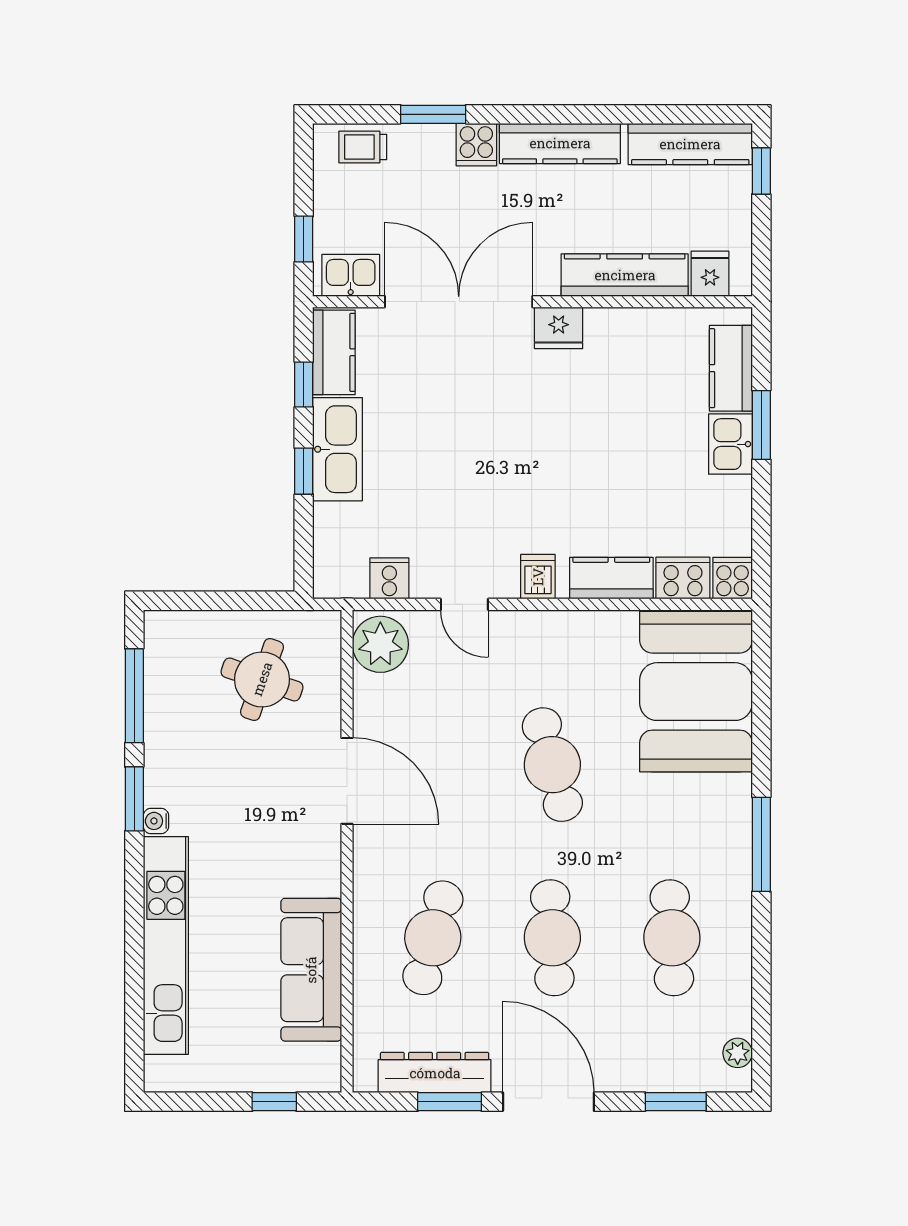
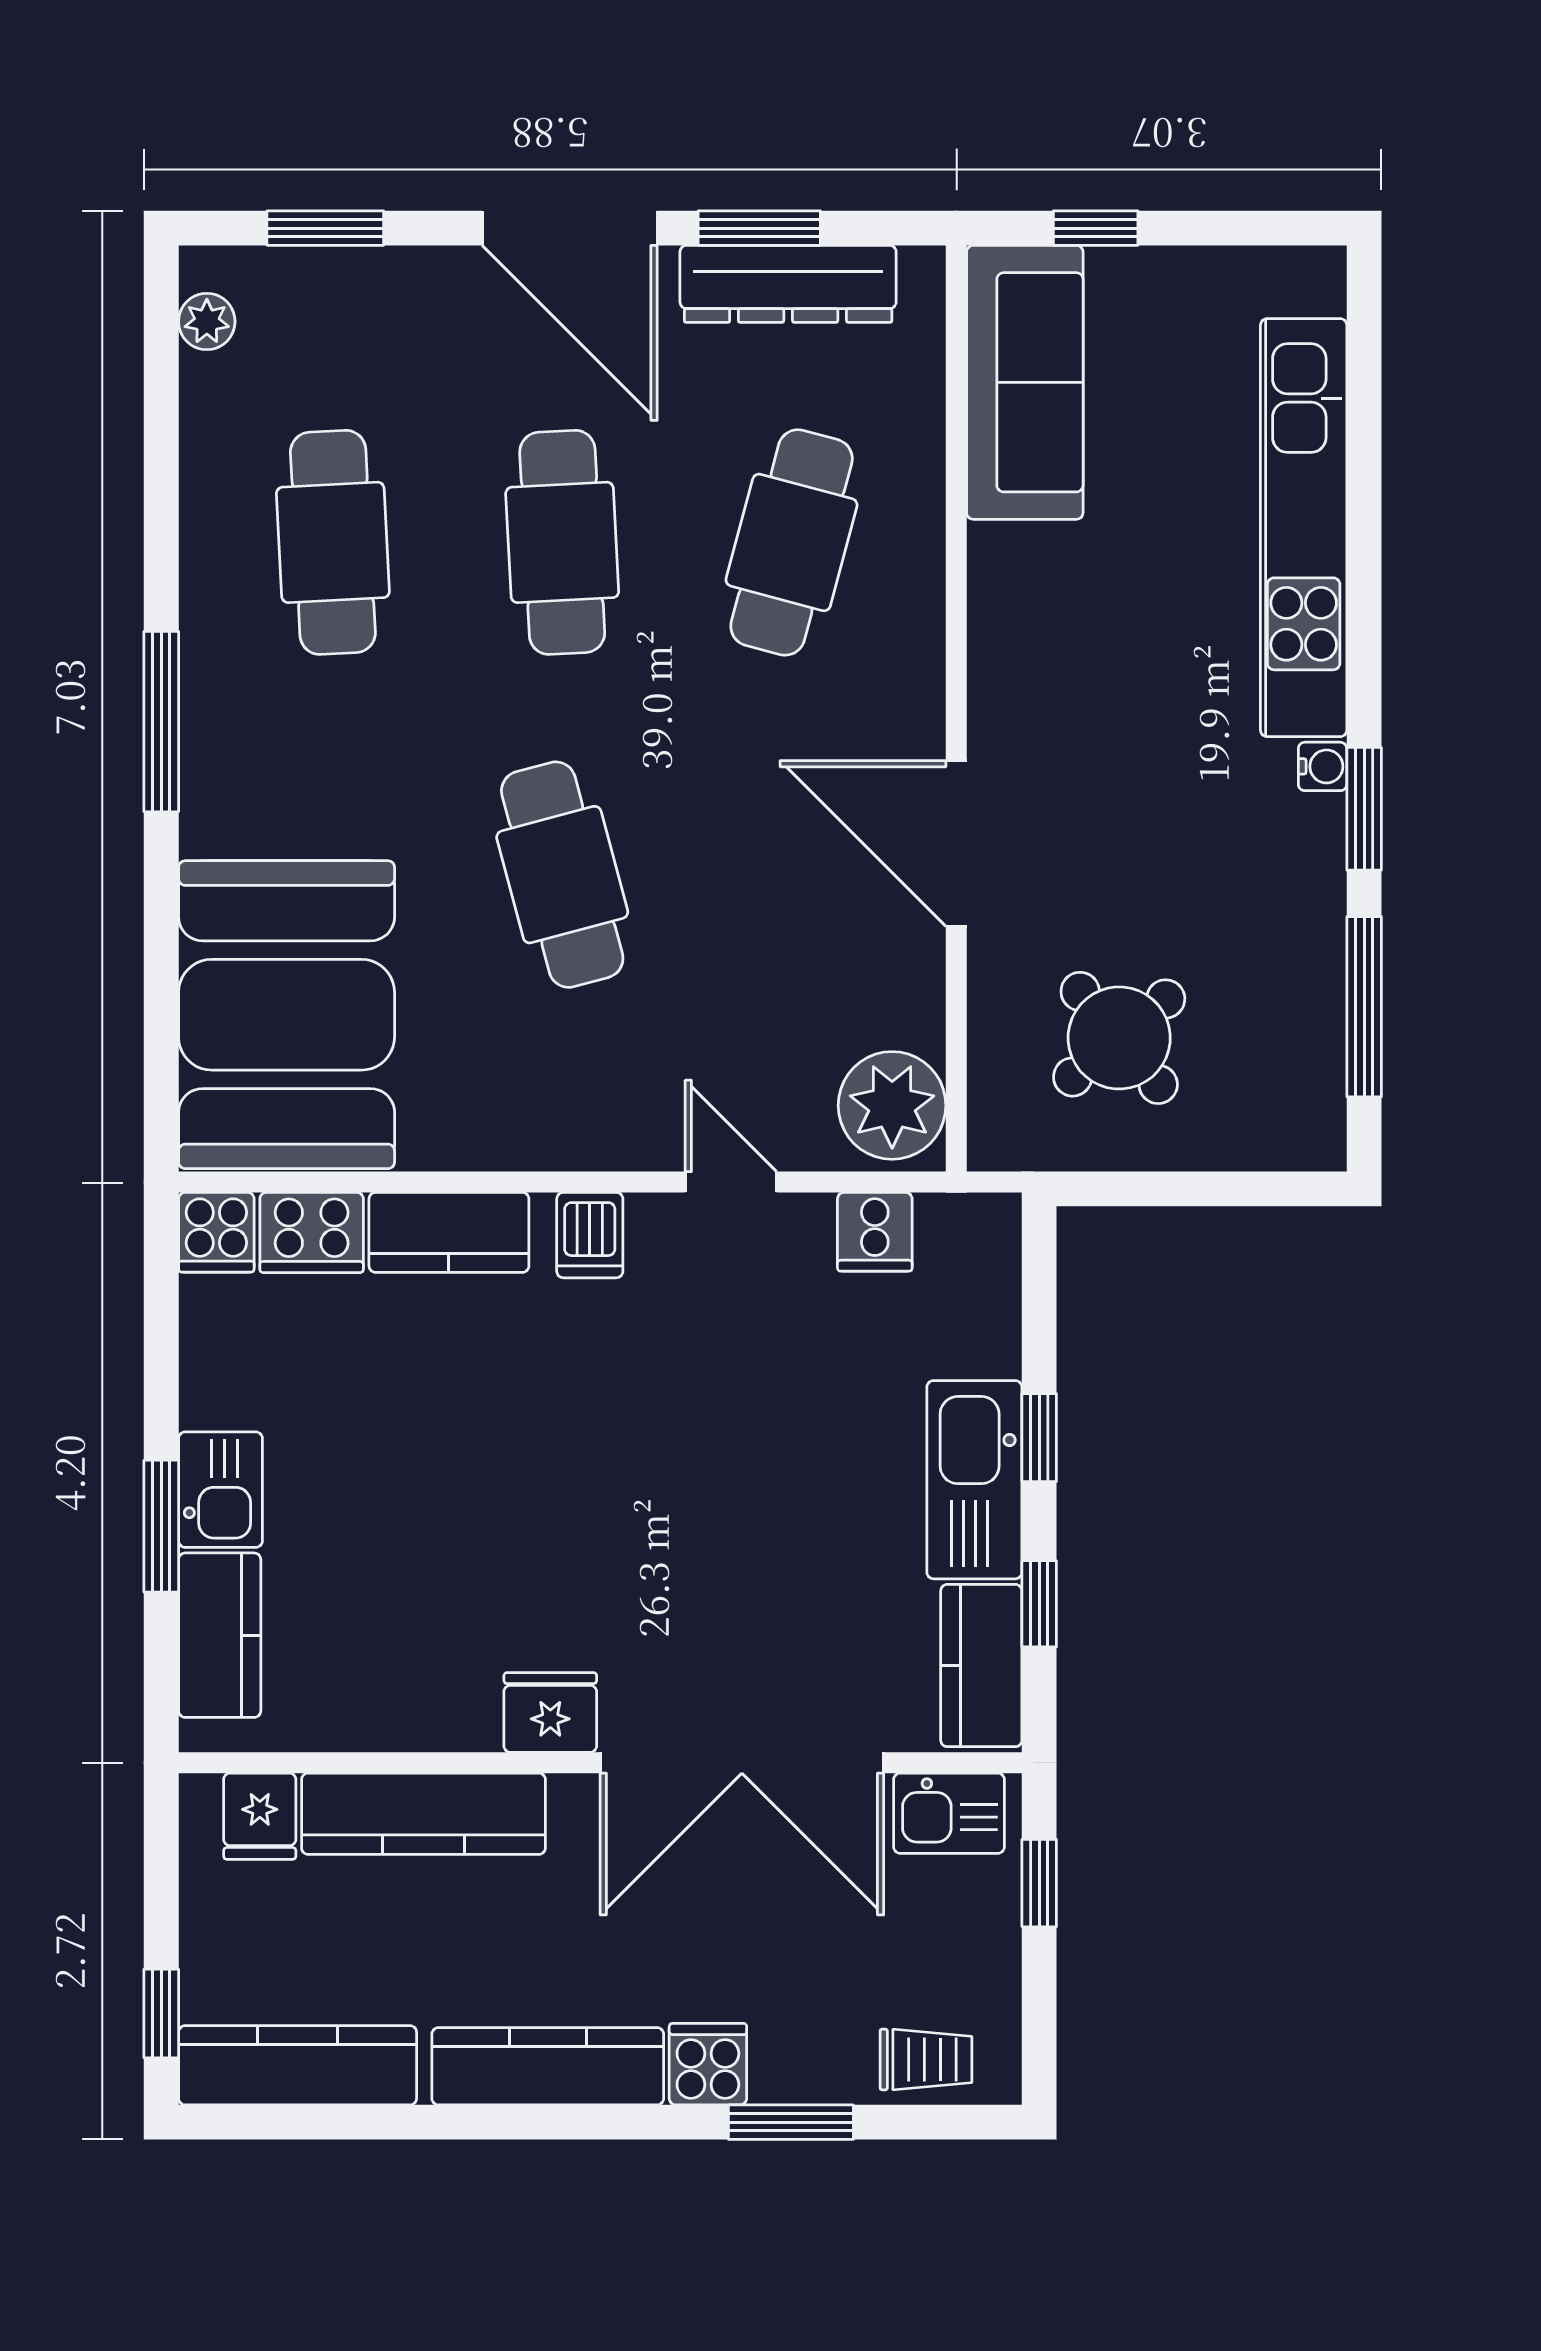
round table: (262, 679) -> (1119, 1038), turned 31
sofa: (311, 970) -> (1025, 382), moved

